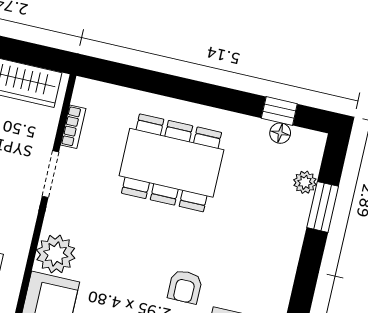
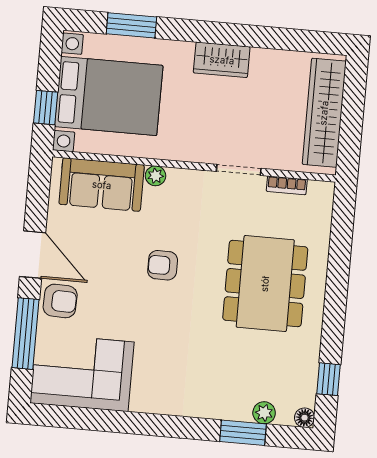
floor lamp: (280, 133) -> (305, 418), moved
plant: (56, 254) -> (156, 176), width x0.53, depth x0.53
armchair: (185, 287) -> (163, 265), moved

